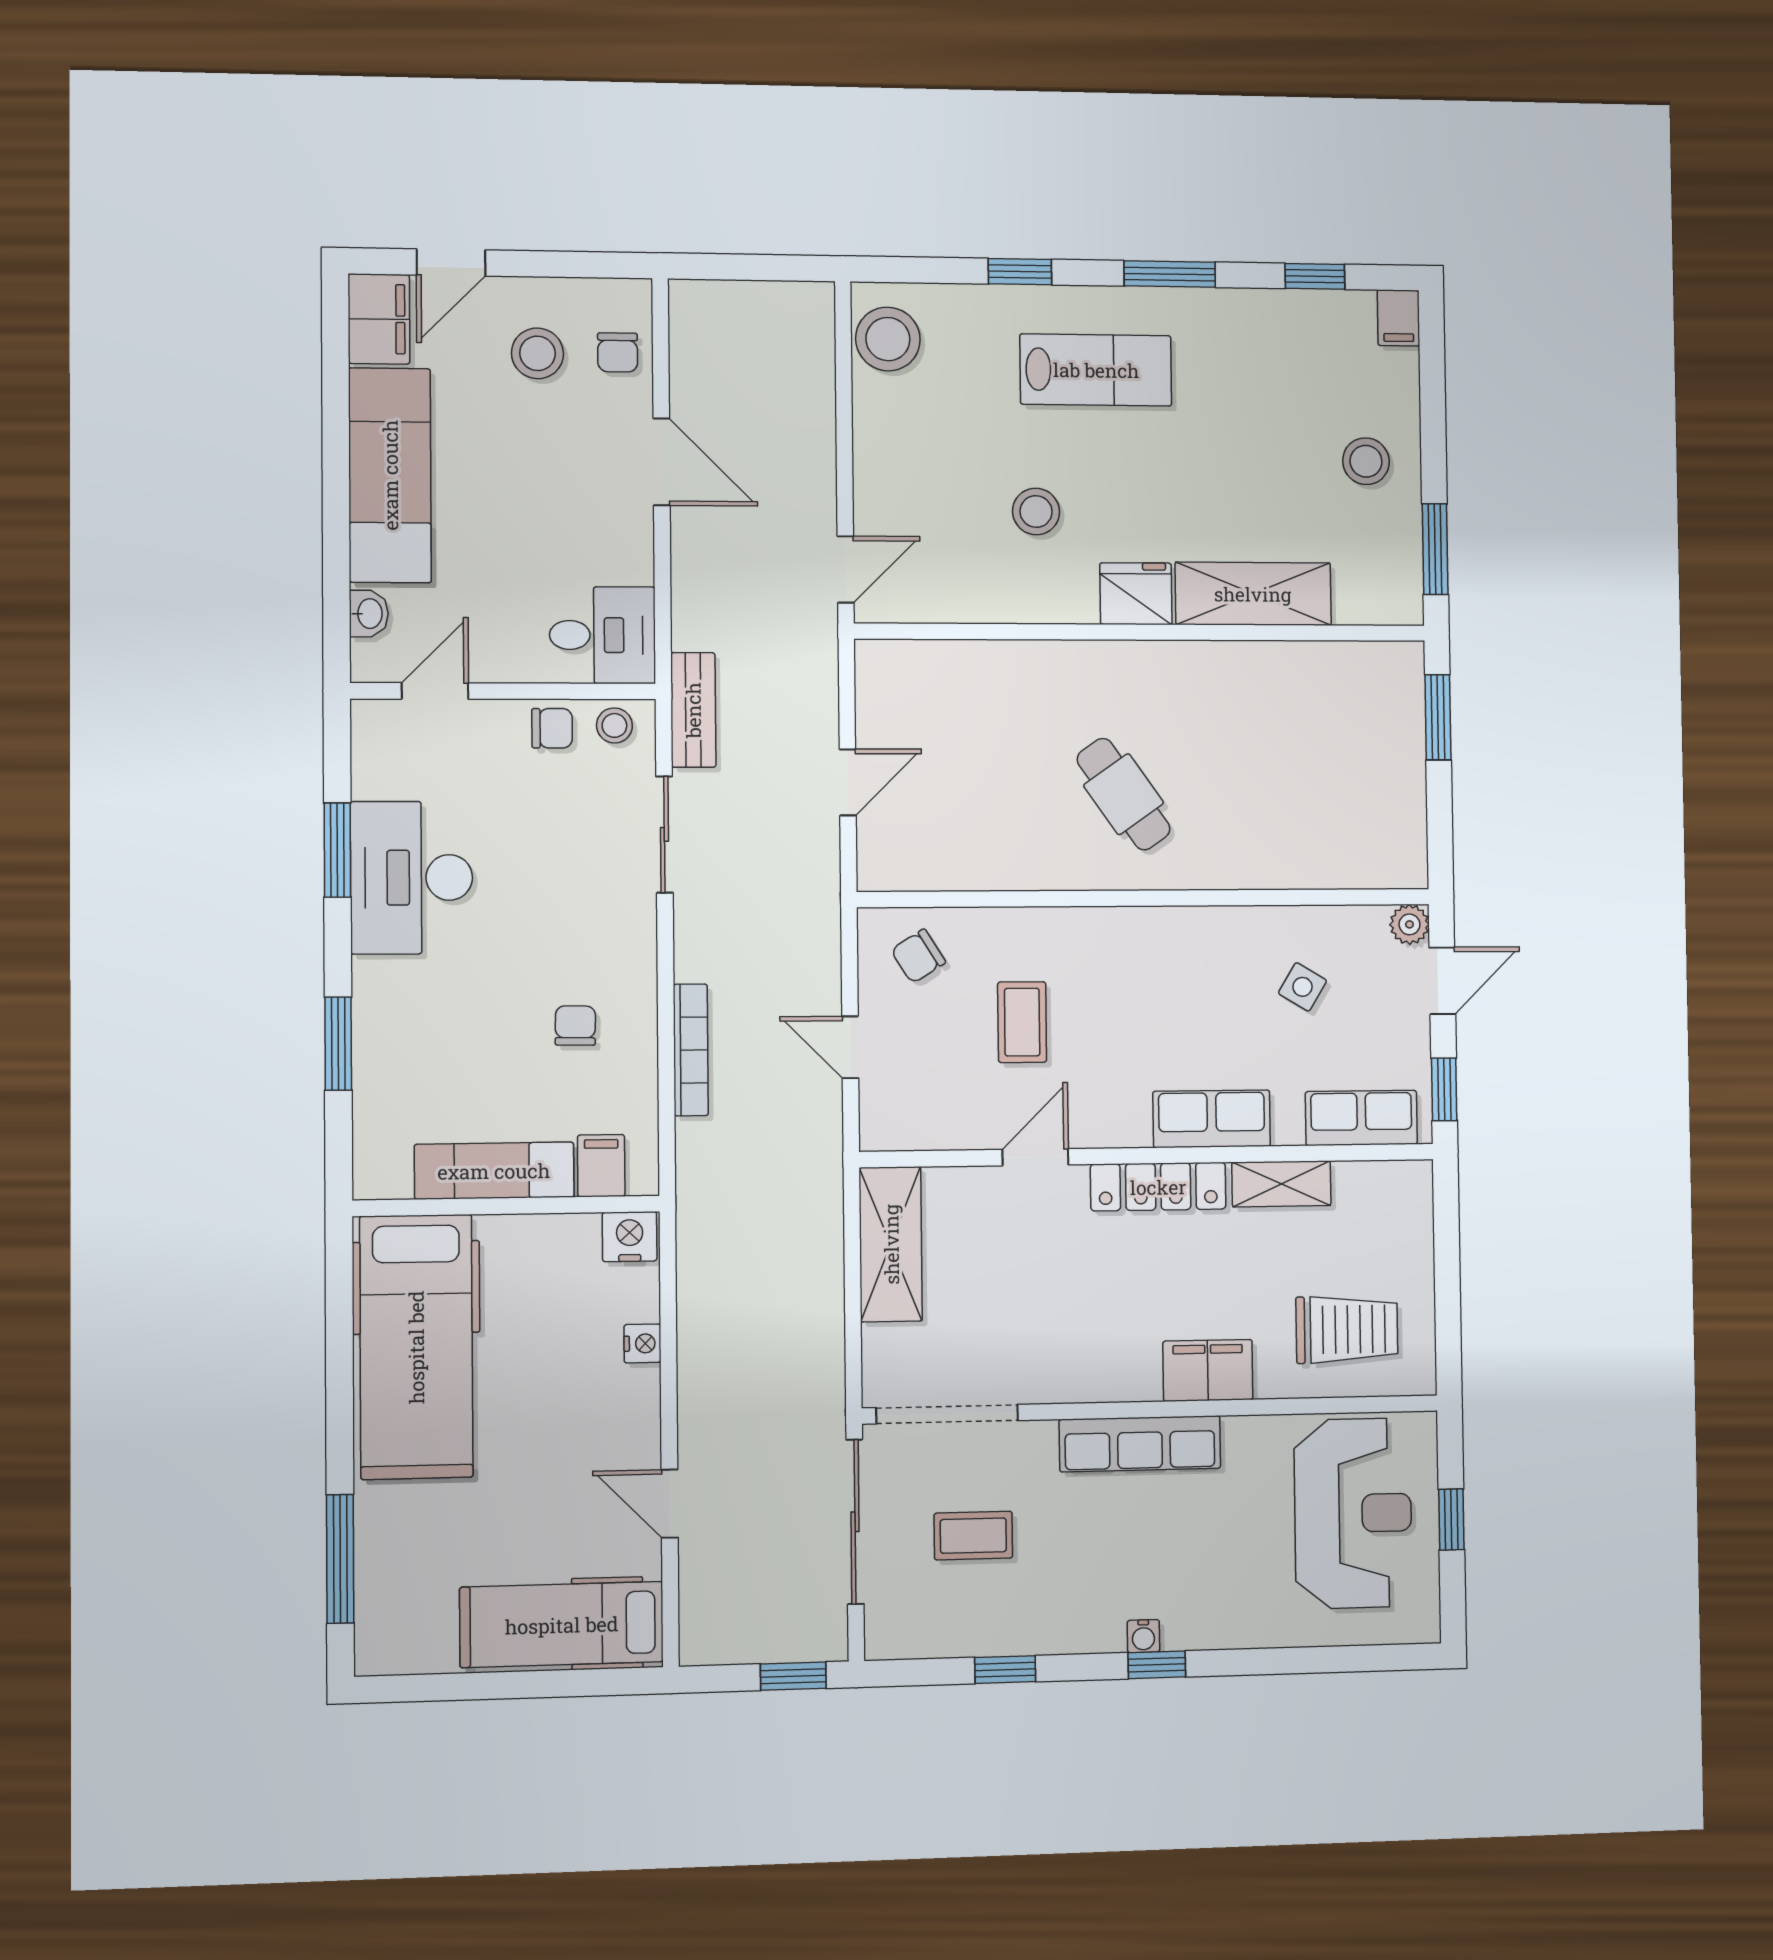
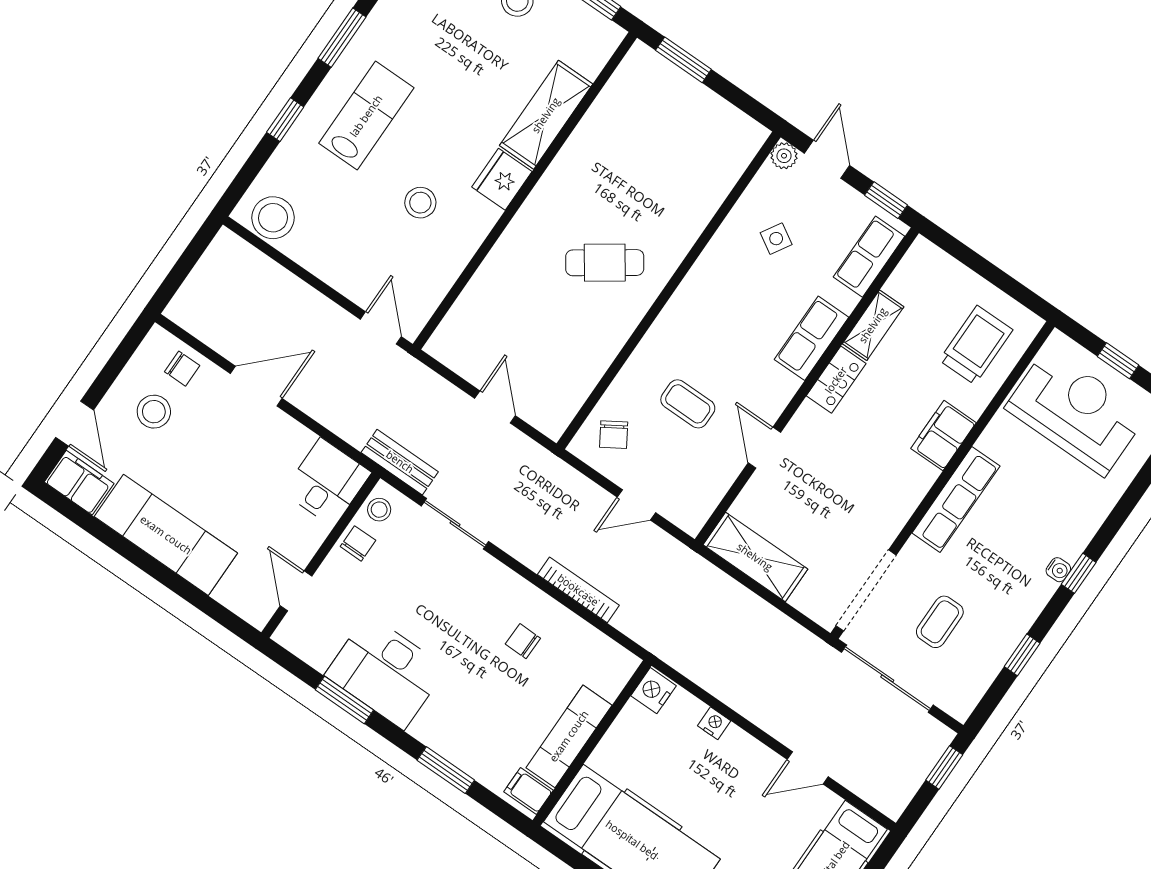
washbasin: (369, 614) -> (231, 597), removed
filing cabinet: (601, 1166) -> (529, 791), moved
locker: (1158, 1187) -> (836, 380), width x0.66

